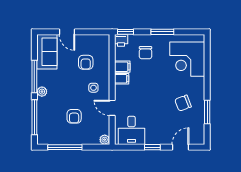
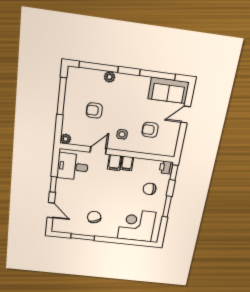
filing cabinet: (122, 67) -> (115, 163), moved
window: (34, 77) -> (158, 75), moved
plant: (42, 92) -> (110, 77), moved

